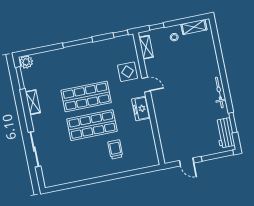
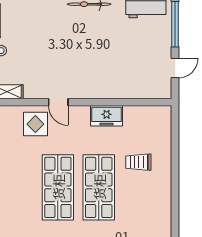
door: (146, 85) -> (58, 102), swing flipped
freezer: (141, 109) -> (107, 116), moved

